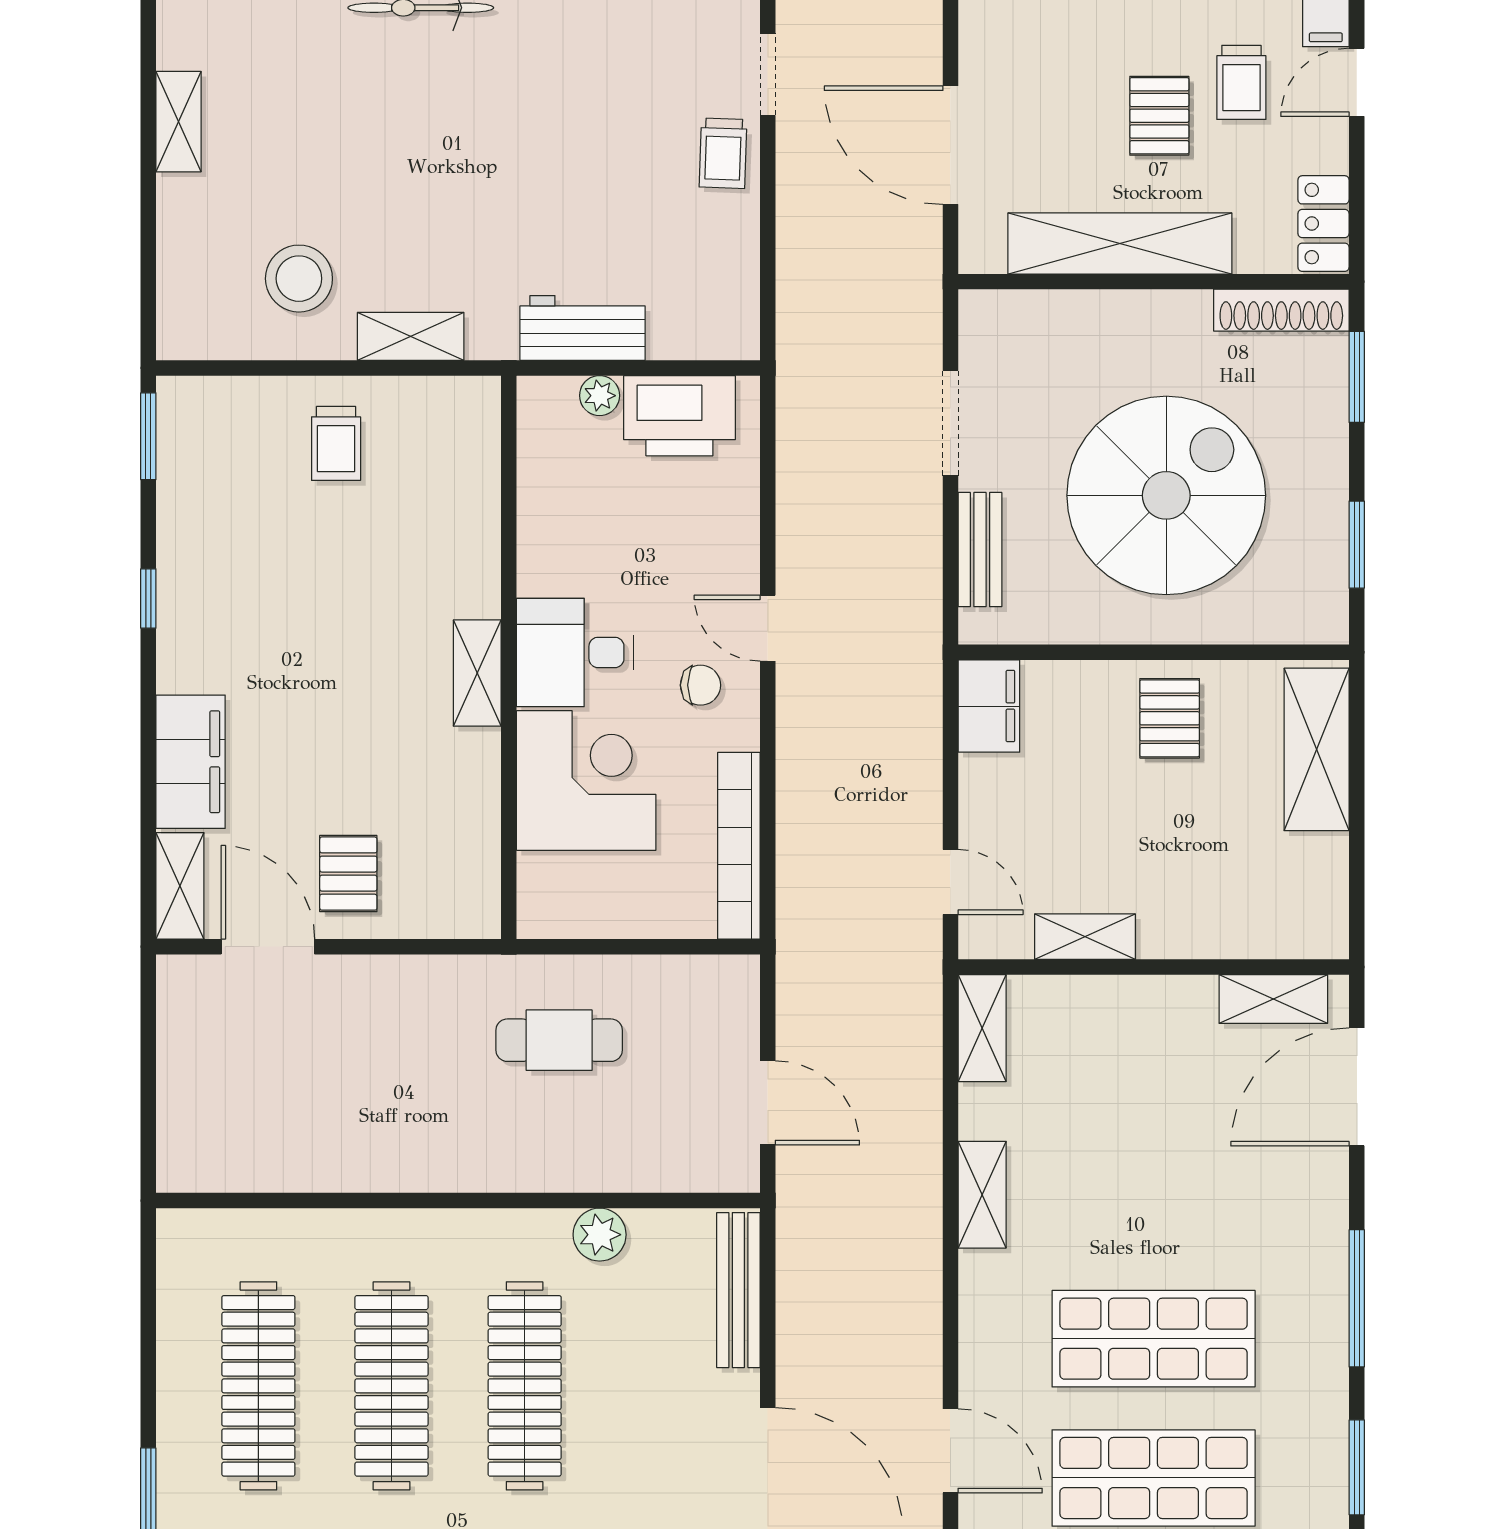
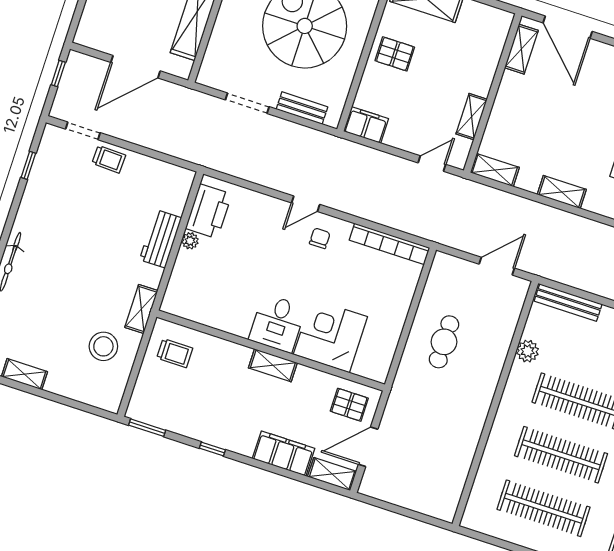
desk: (575, 652) -> (277, 323), moved
wall: (509, 657) -> (271, 351), moved
shelving: (477, 673) -> (273, 365), moved
corner desk: (586, 781) -> (330, 336), moved

